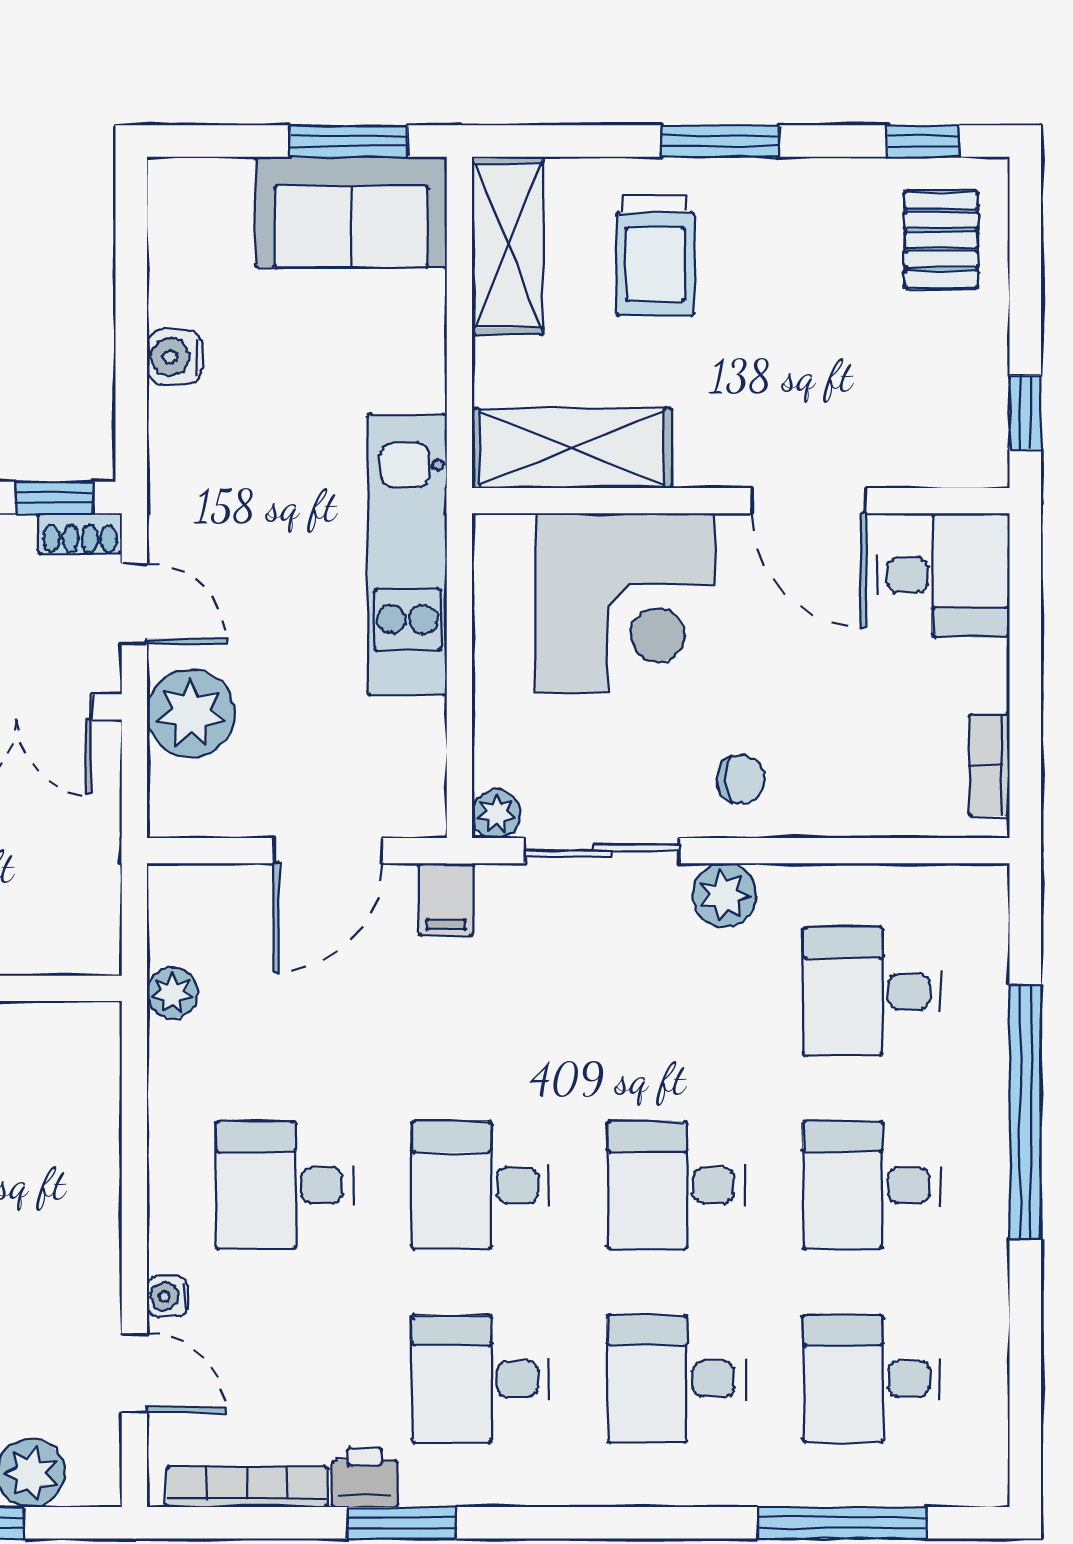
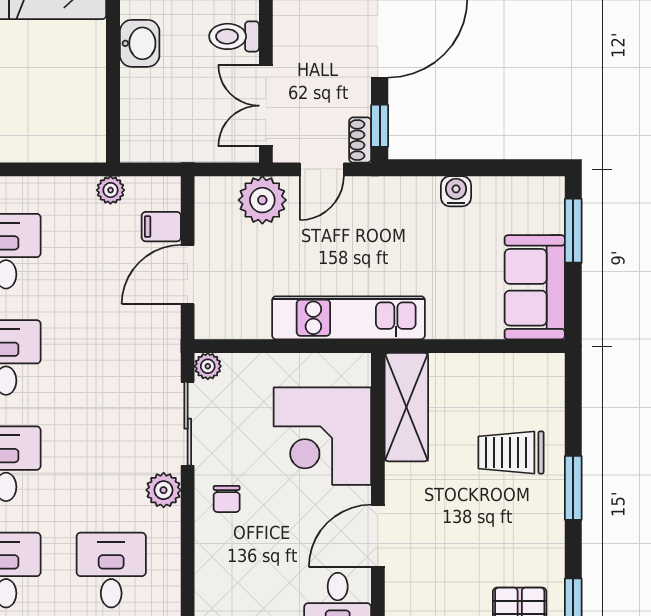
window: (349, 141) -> (573, 231), moved
shelving: (508, 246) -> (516, 372), removed
door: (328, 851) -> (188, 275), hinge flipped
filing cabinet: (446, 899) -> (161, 227), moved

